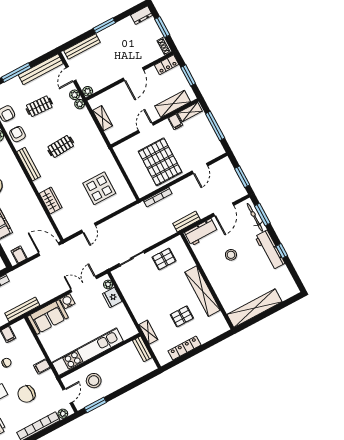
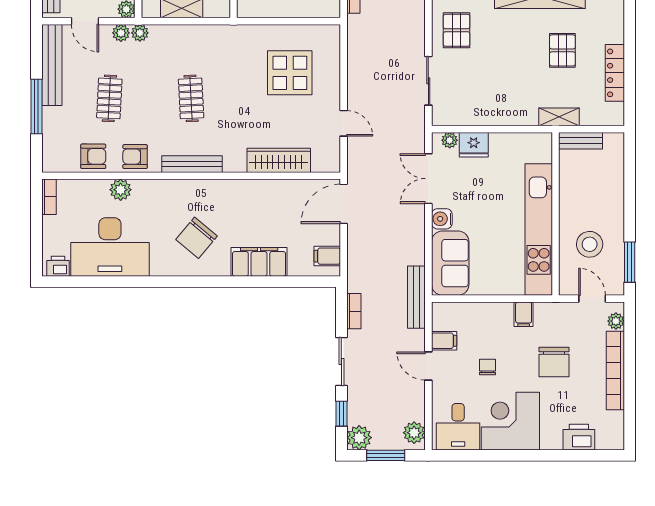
wardrobe: (51, 201) -> (279, 160), width x1.50

